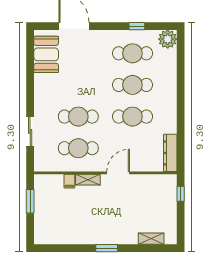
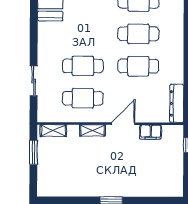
filing cabinet: (69, 181) -> (151, 132), moved, width x2.00
shelving: (151, 239) -> (53, 131), moved

